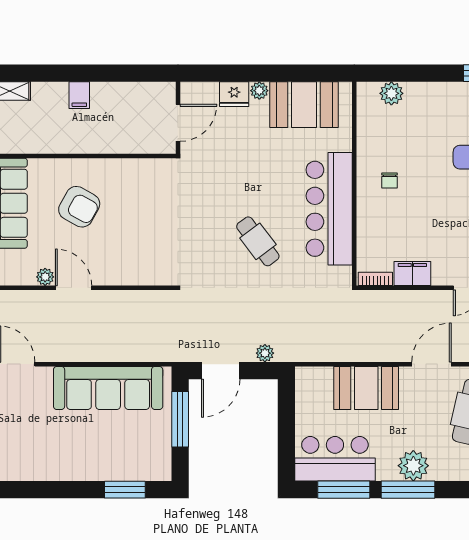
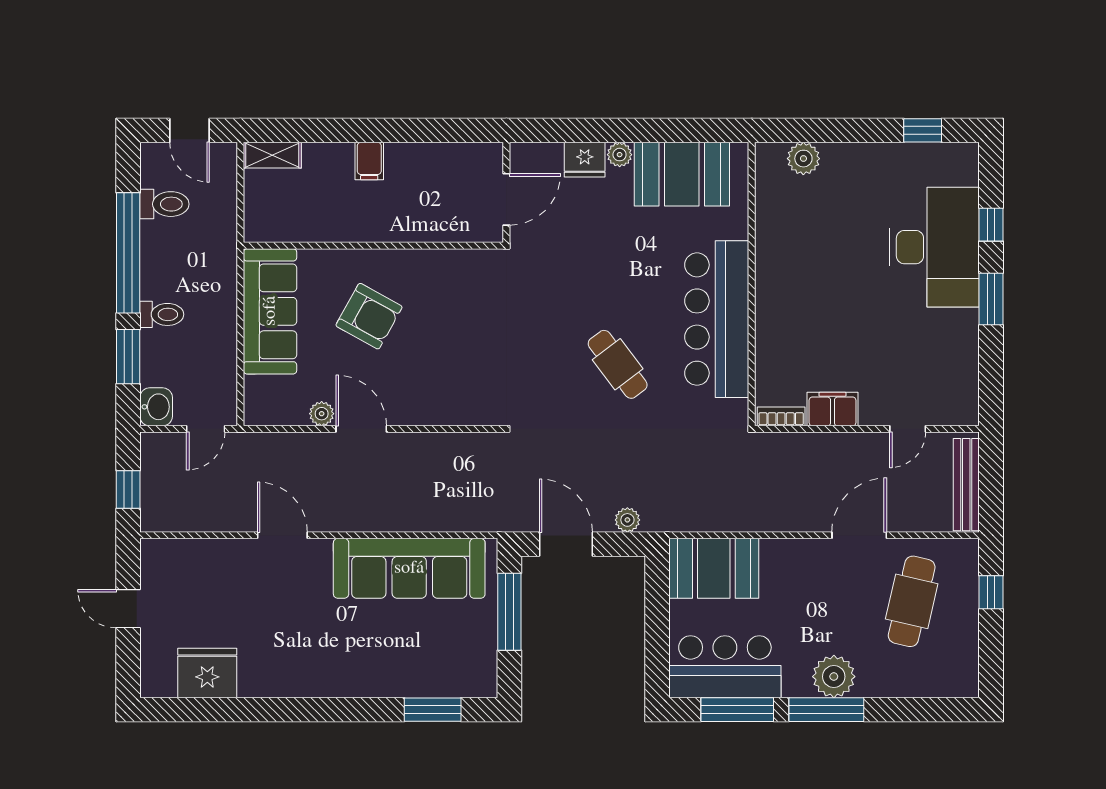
chair: (389, 180) -> (801, 280), removed
door: (221, 371) -> (566, 544), swing flipped
booth: (366, 388) -> (714, 568), moved

